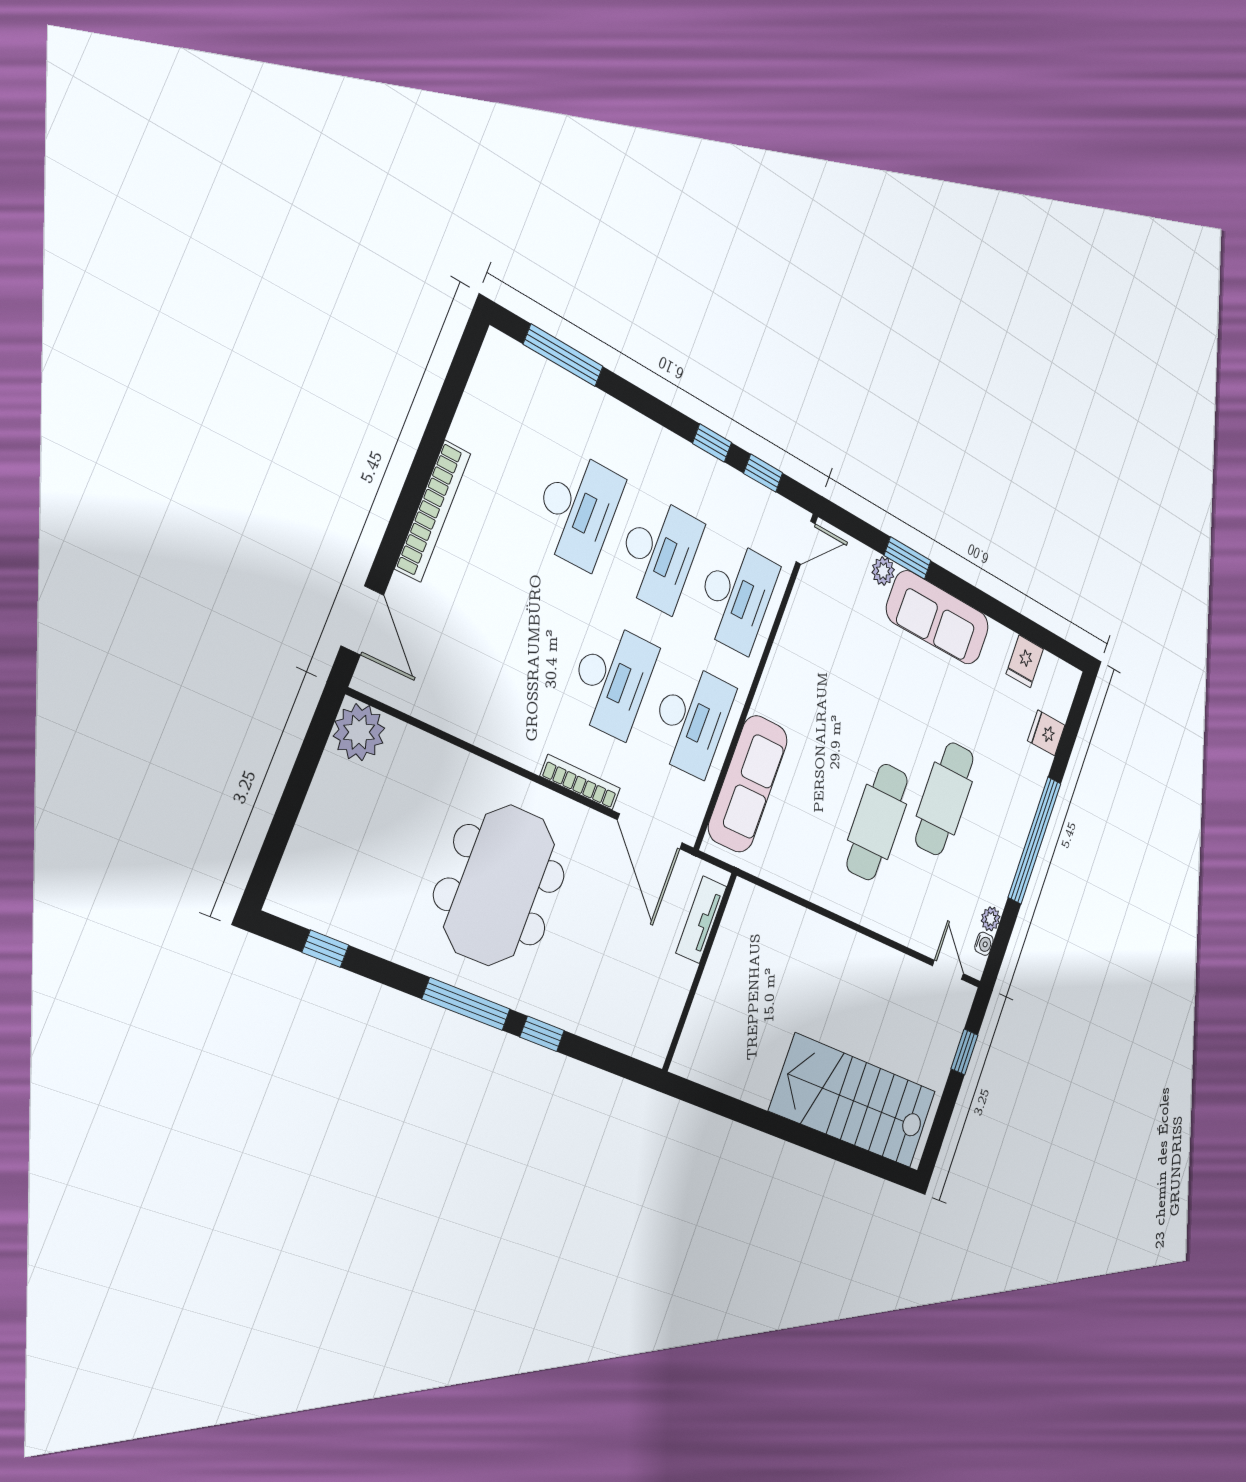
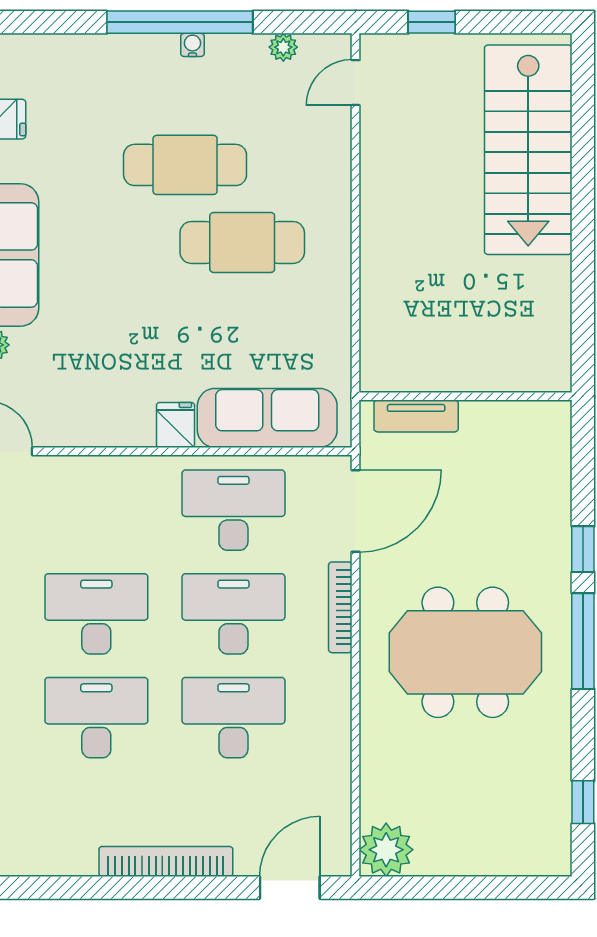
desk: (736, 596) -> (233, 718), moved
fridge: (1046, 733) -> (176, 425), moved, turned 180
water cooler: (984, 944) -> (192, 45), moved

